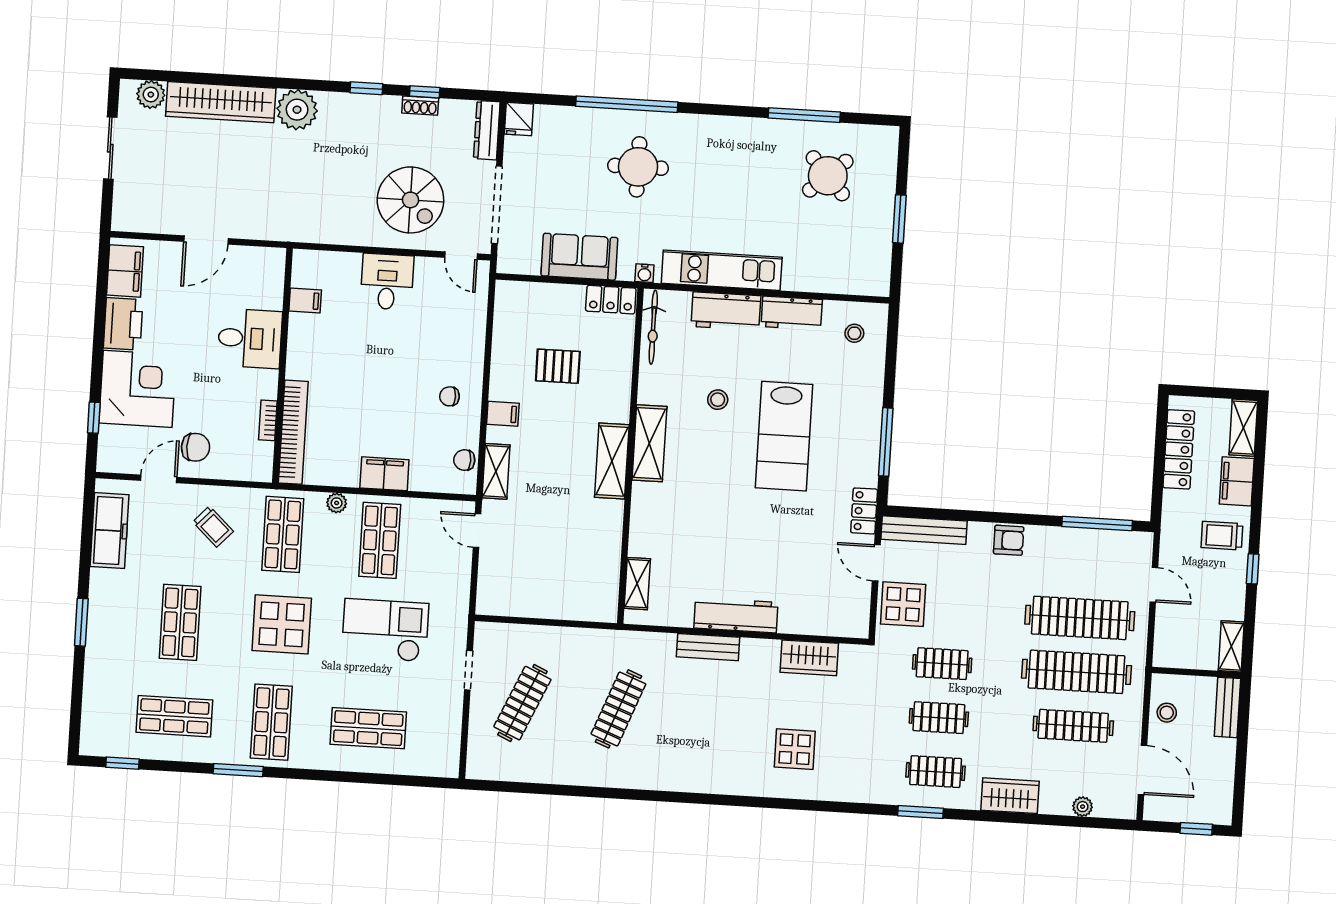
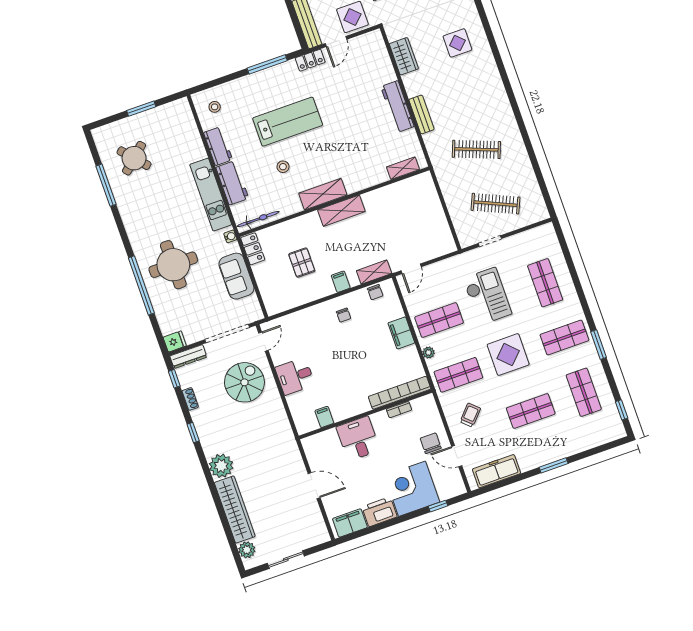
window: (425, 92) -> (174, 379), moved
round table: (638, 167) -> (173, 265), width x1.36, depth x1.36
checkout: (385, 630) -> (487, 296), turned 180

